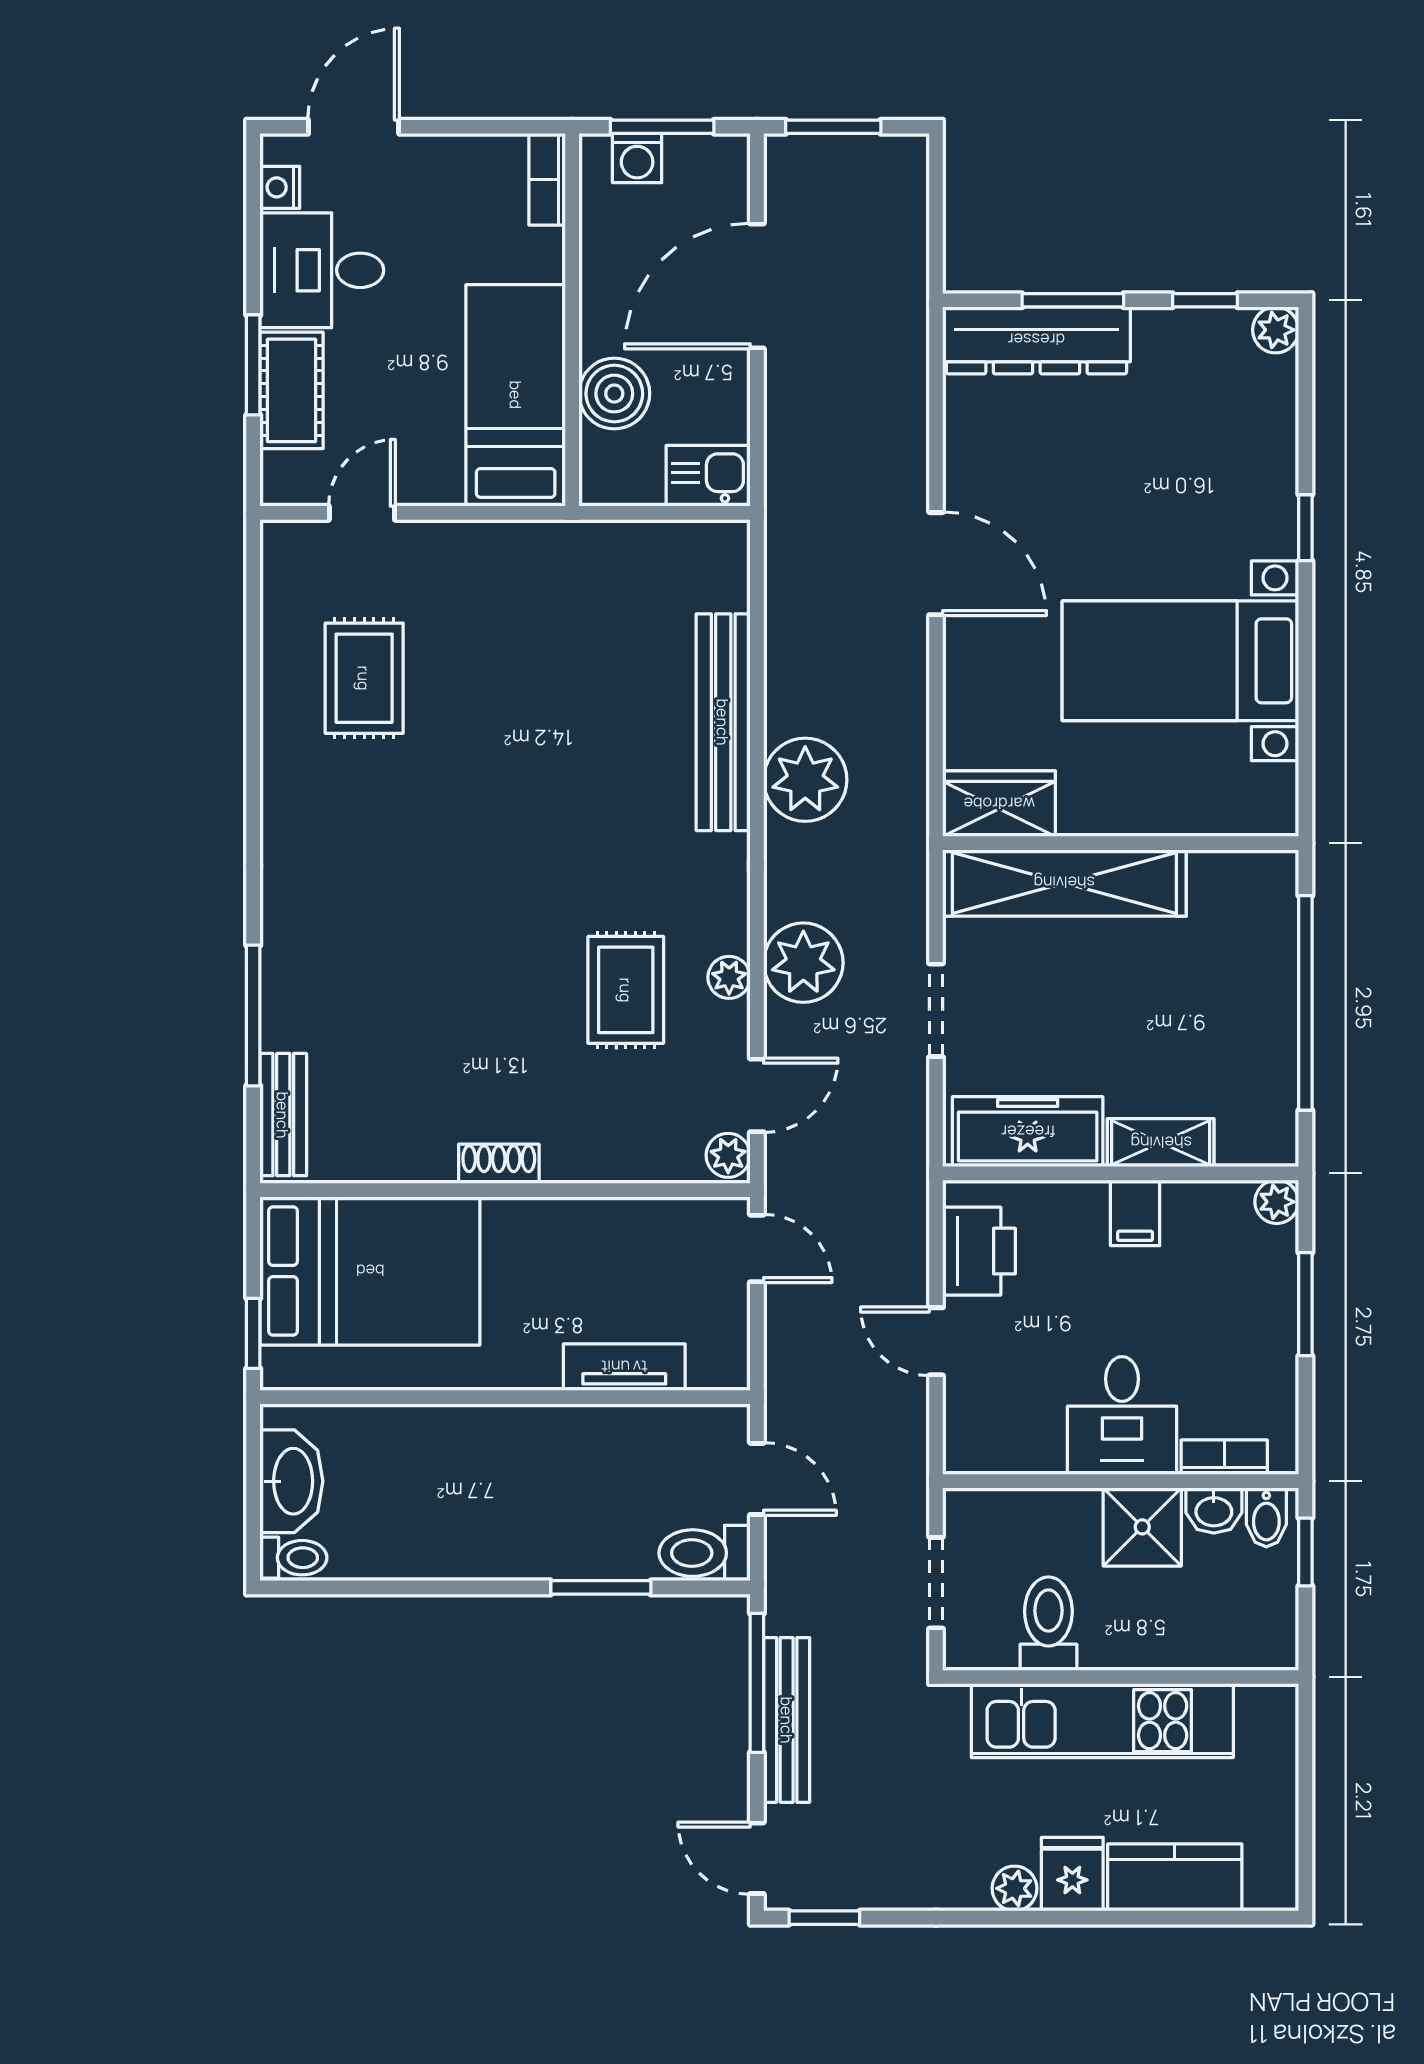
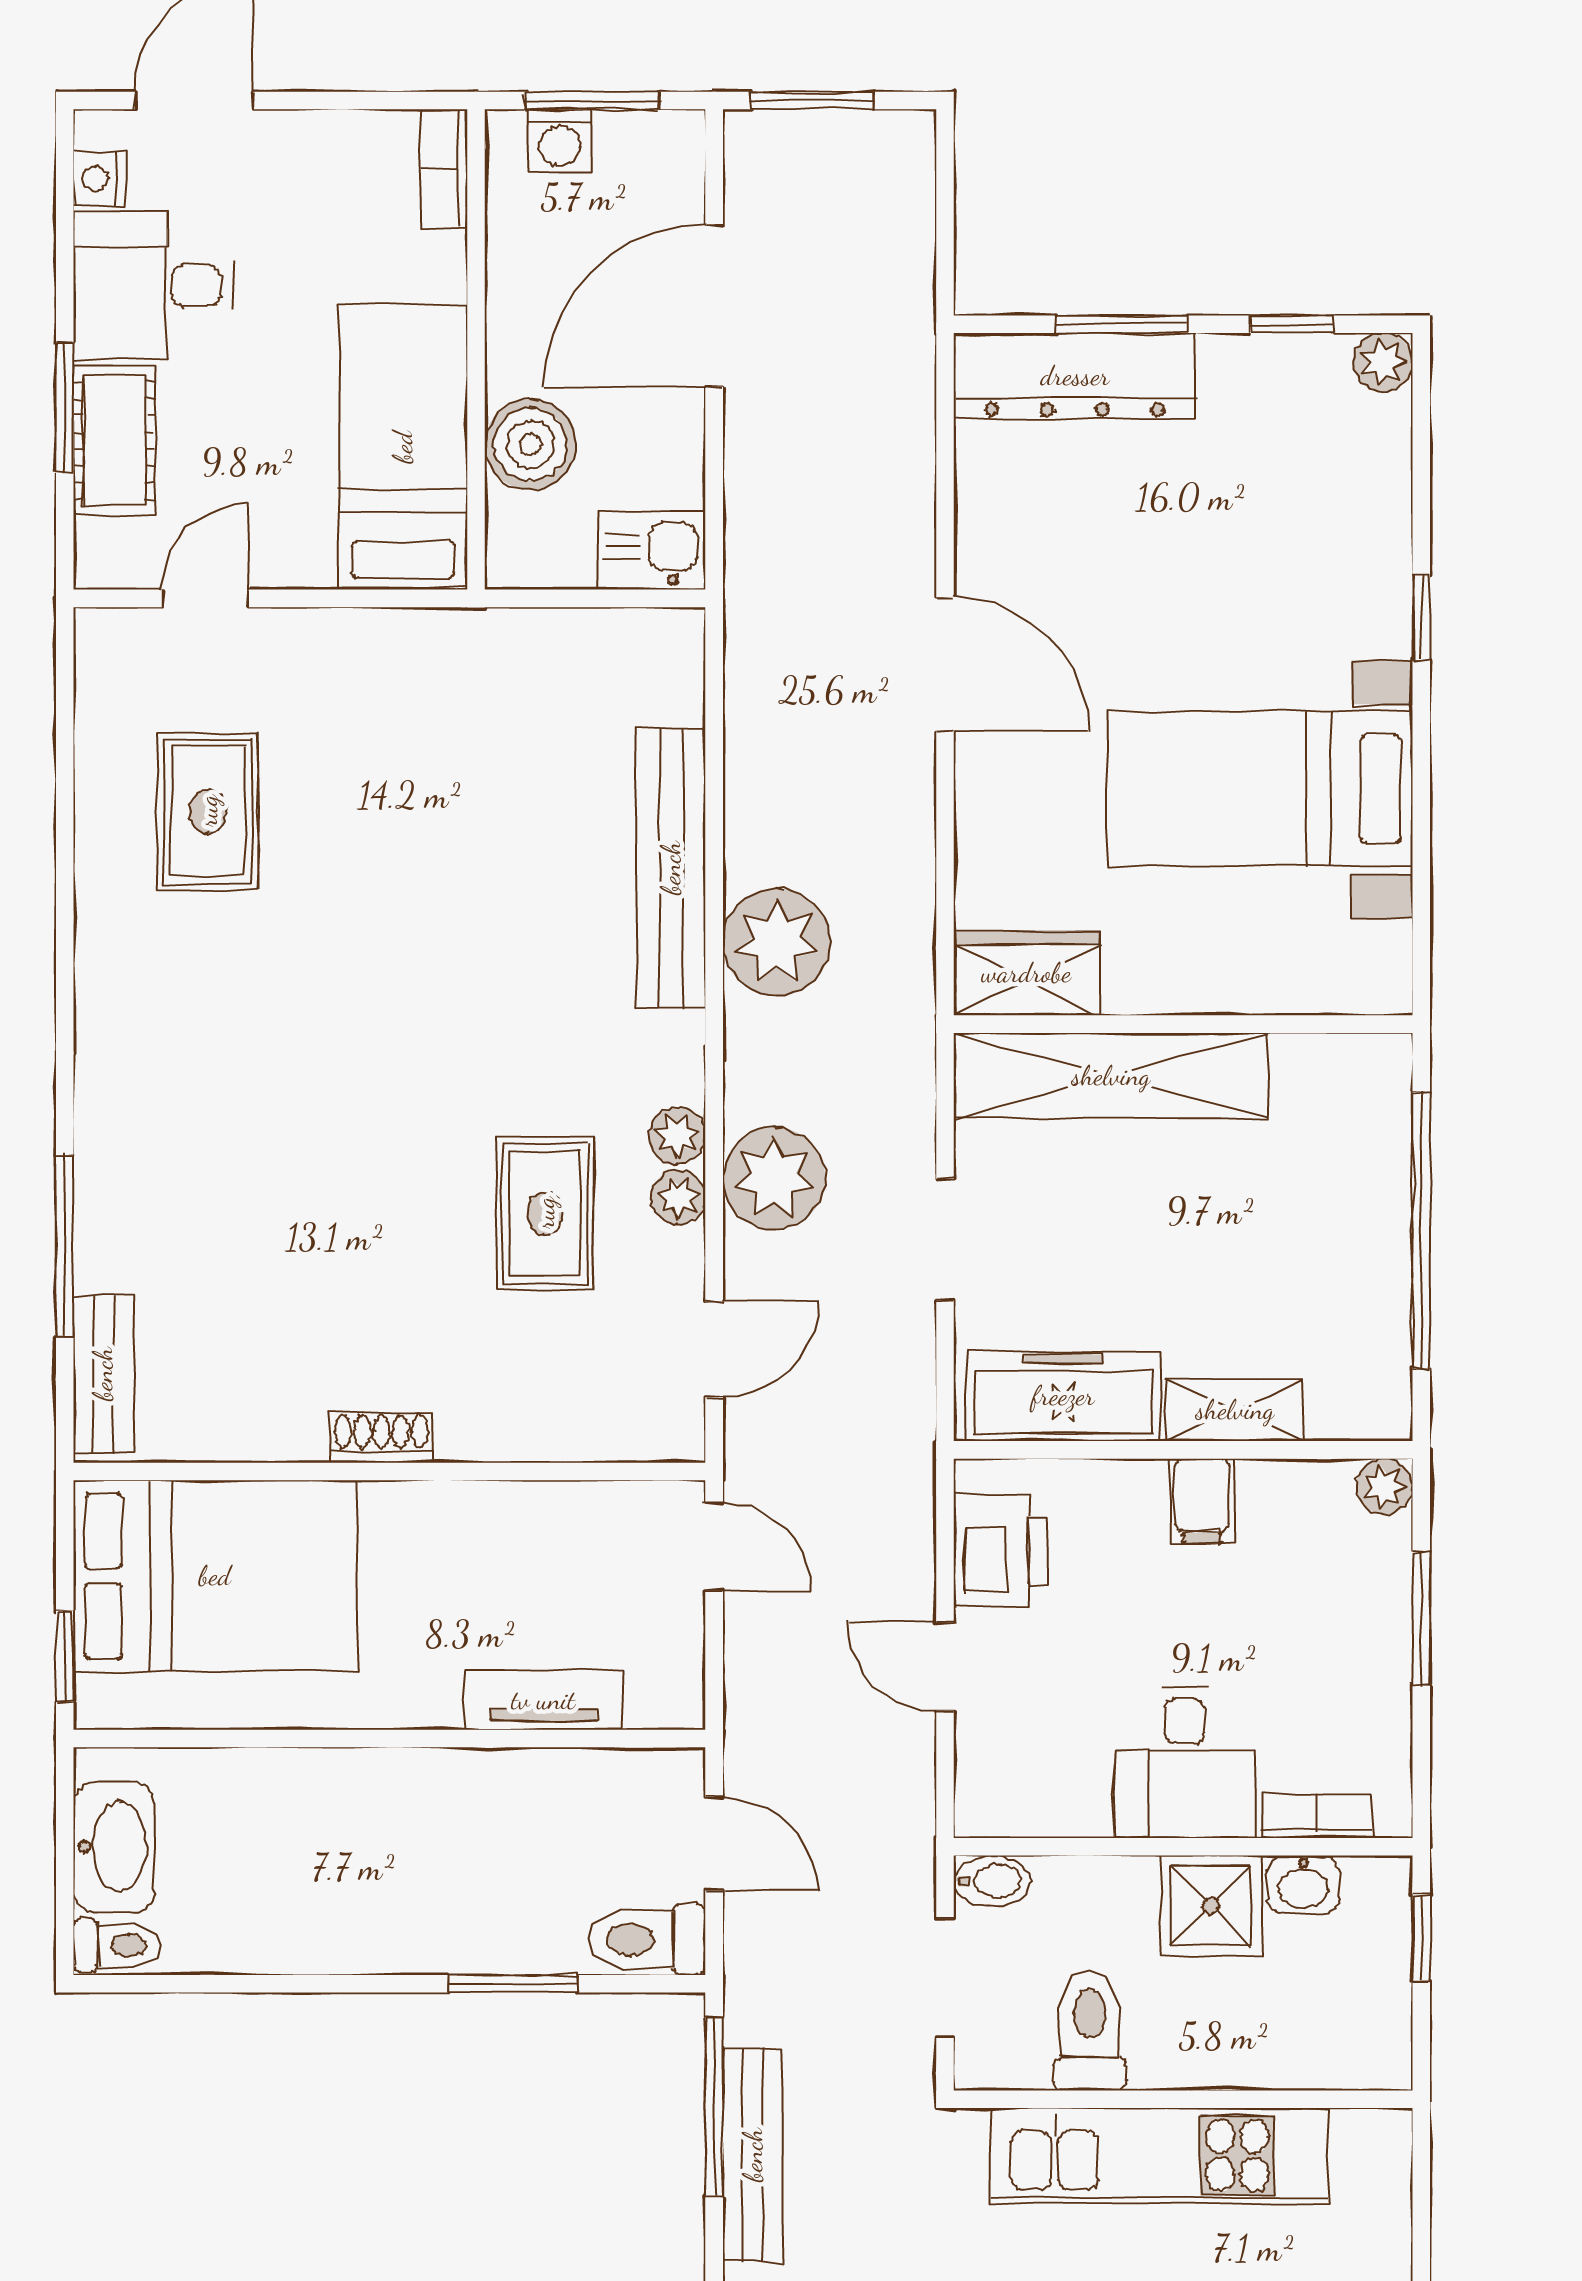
plant: (728, 1155) -> (677, 1136), moved
bidet: (1266, 1517) -> (992, 1881), moved, turned -90

